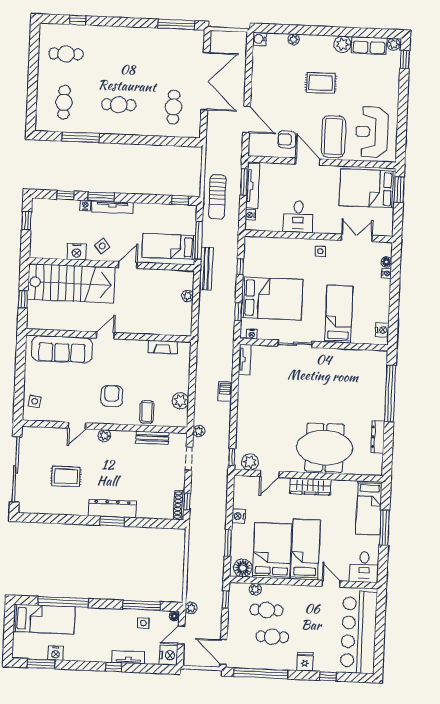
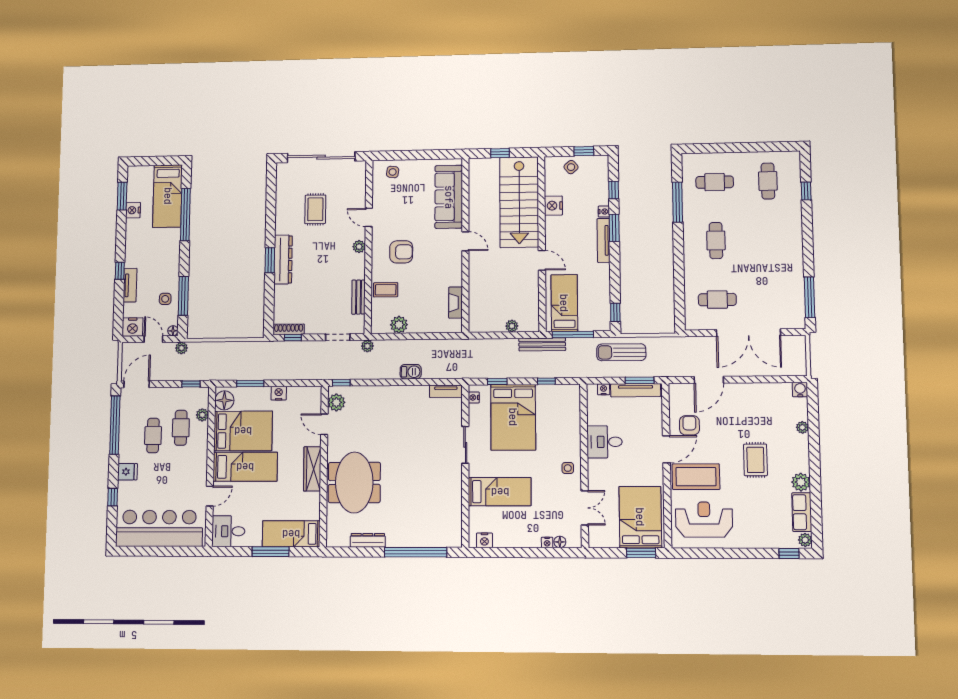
side table: (102, 246) -> (571, 167), moved

